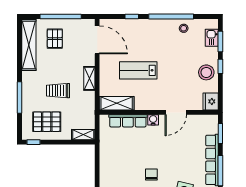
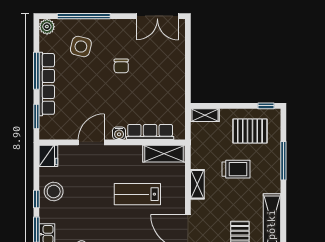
lab bench: (138, 70) -> (137, 194), turned 180

